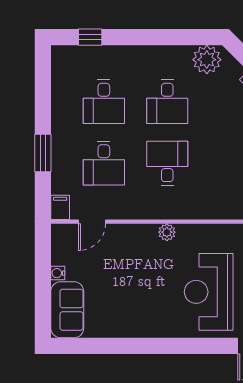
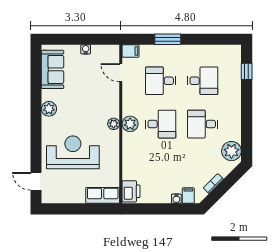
desk: (104, 102) -> (203, 81), turned 180
plant: (167, 208) -> (130, 124), added
sofa: (67, 310) -> (53, 69), moved, turned -90
plant: (145, 327) -> (49, 109), added

